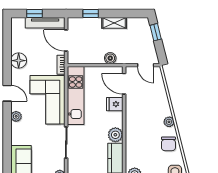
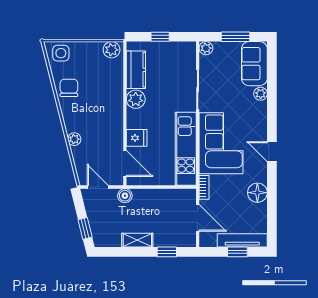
tv unit: (45, 23) -> (242, 240), moved
boiler: (110, 58) -> (125, 196), moved
plant: (16, 116) -> (261, 94), moved
plant: (169, 122) -> (74, 139), moved

